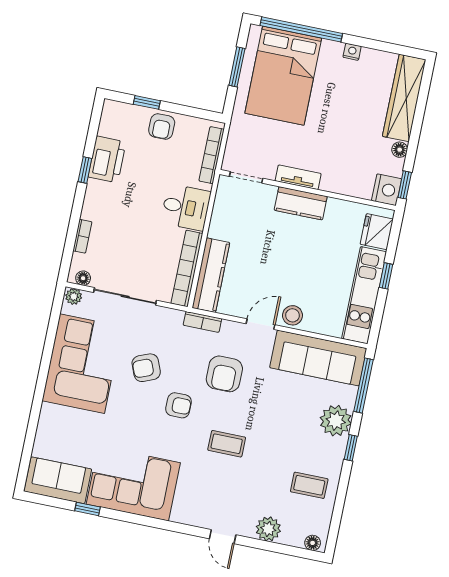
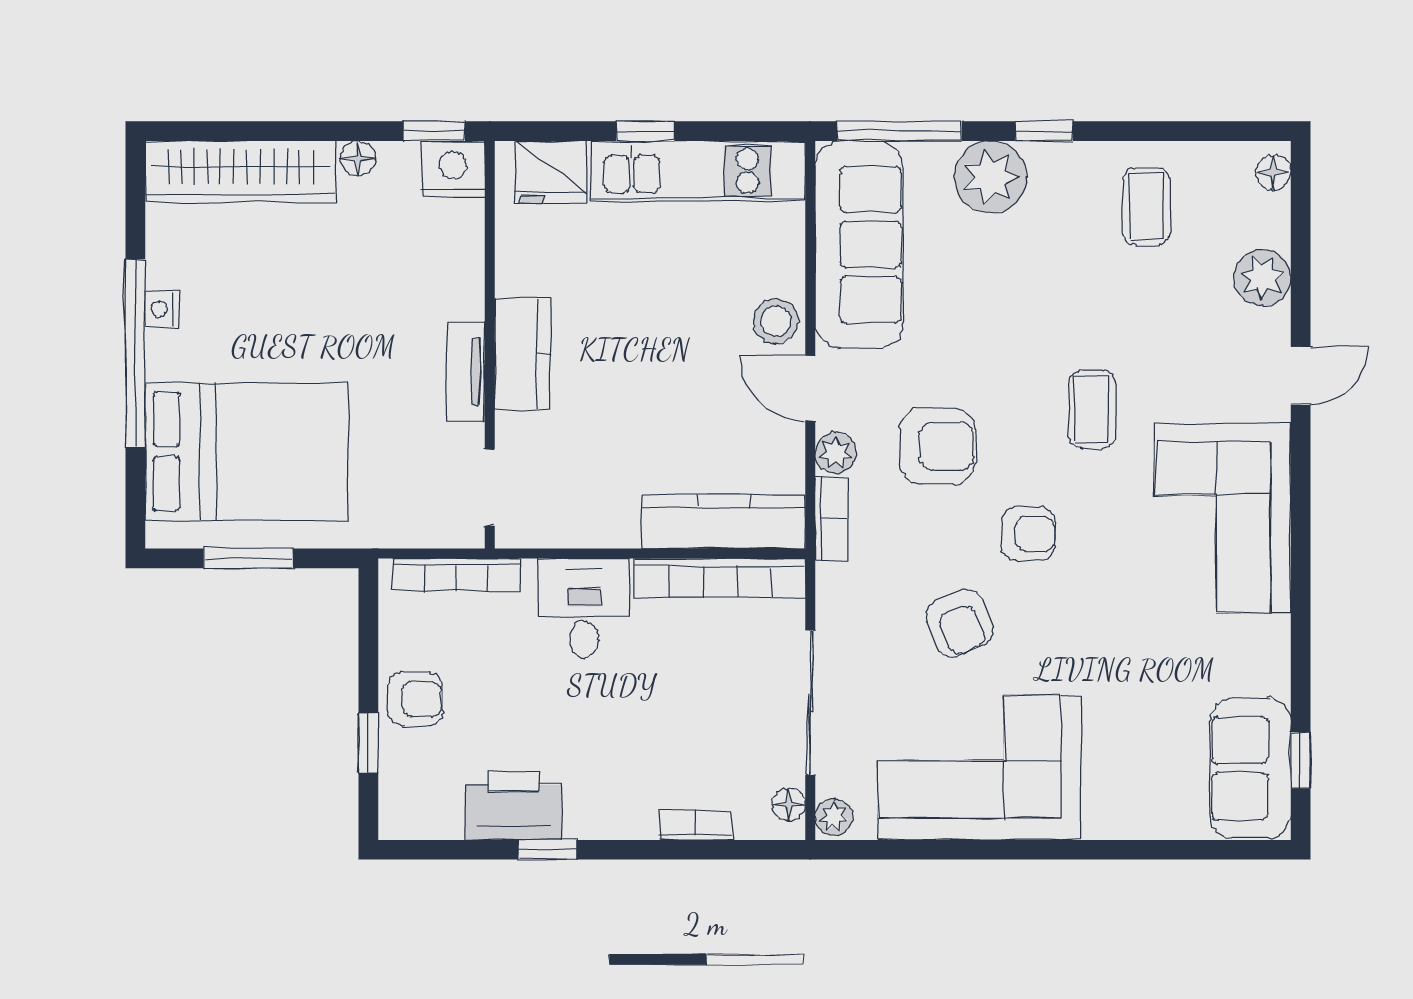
window: (301, 29) -> (135, 354), moved
plant: (230, 329) -> (836, 453), added
armchair: (179, 405) -> (1028, 534), turned 90
corner sofa: (133, 483) -> (1223, 518), moved
window: (87, 509) -> (1301, 760), moved

